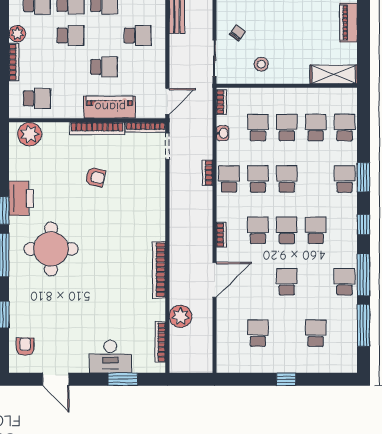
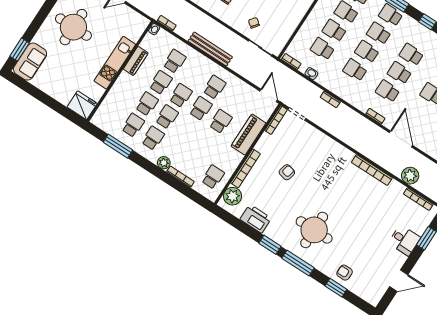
school desk: (70, 35) -> (201, 108), moved
stool: (261, 64) -> (284, 21), removed
bookcase: (97, 128) -> (245, 168), moved
school desk: (229, 179) -> (379, 33), moved
printer: (21, 198) -> (256, 219), moved
armchair: (25, 347) -> (345, 273), moved
desk: (110, 357) -> (404, 240), width x0.73

